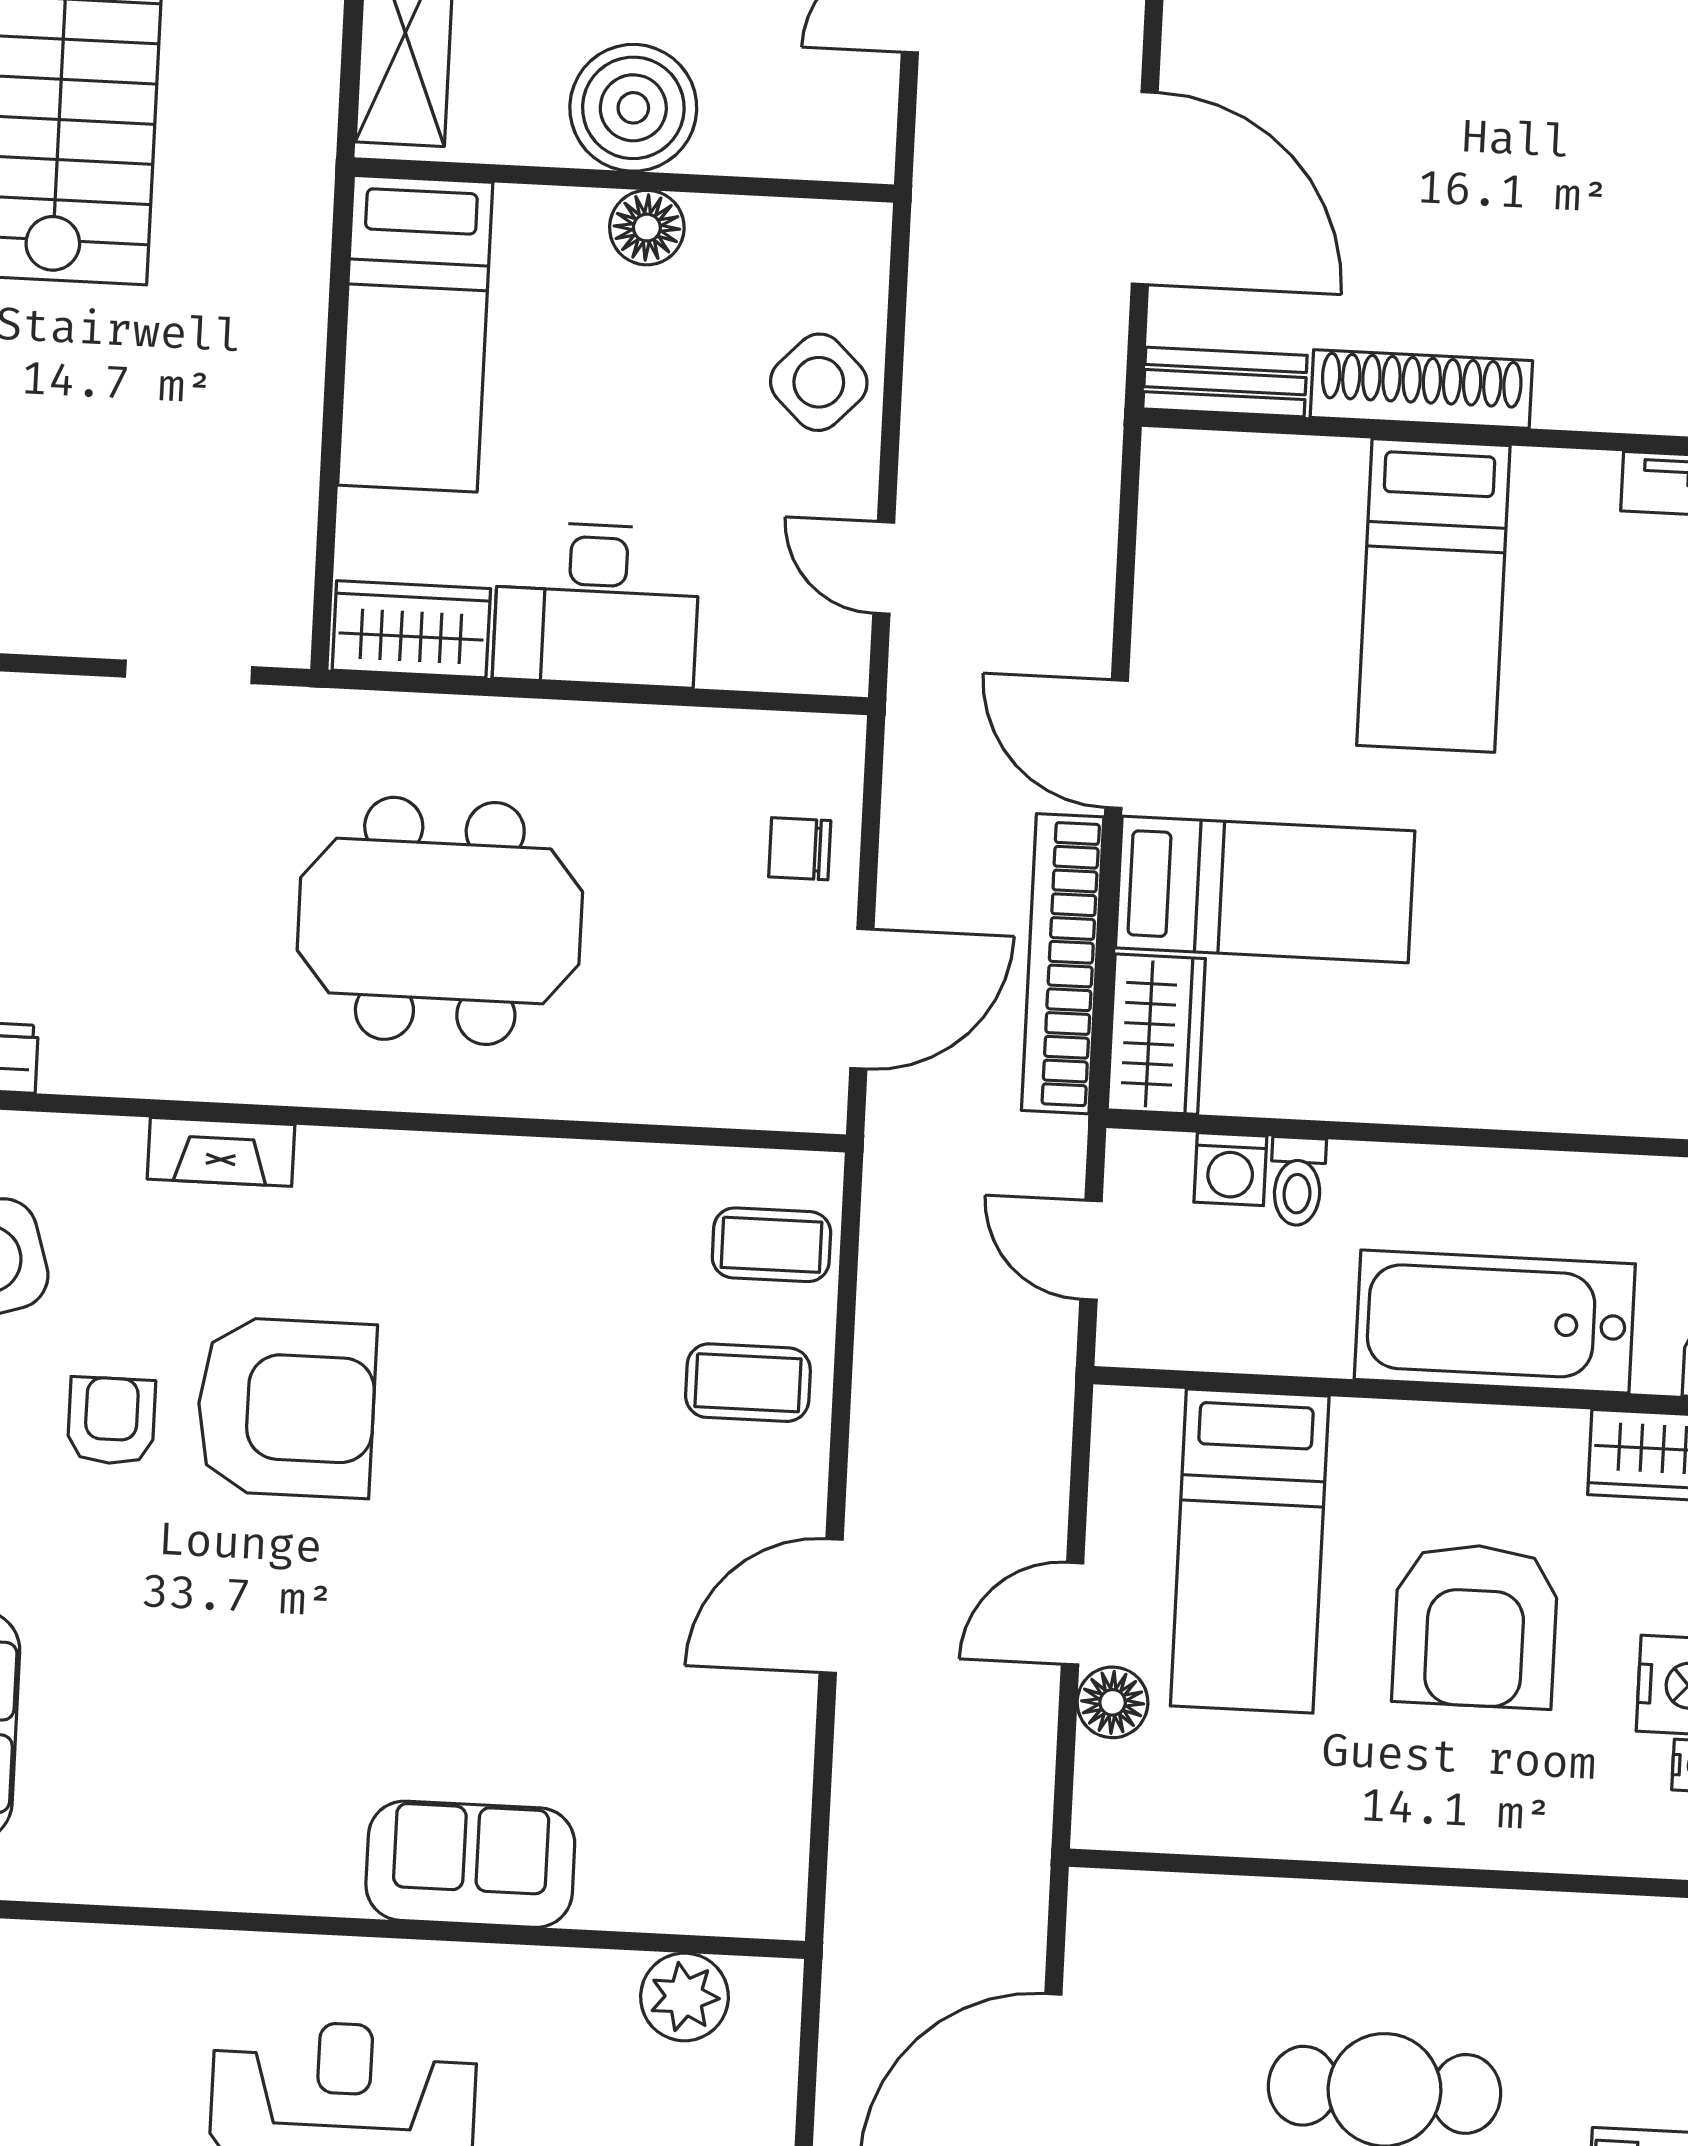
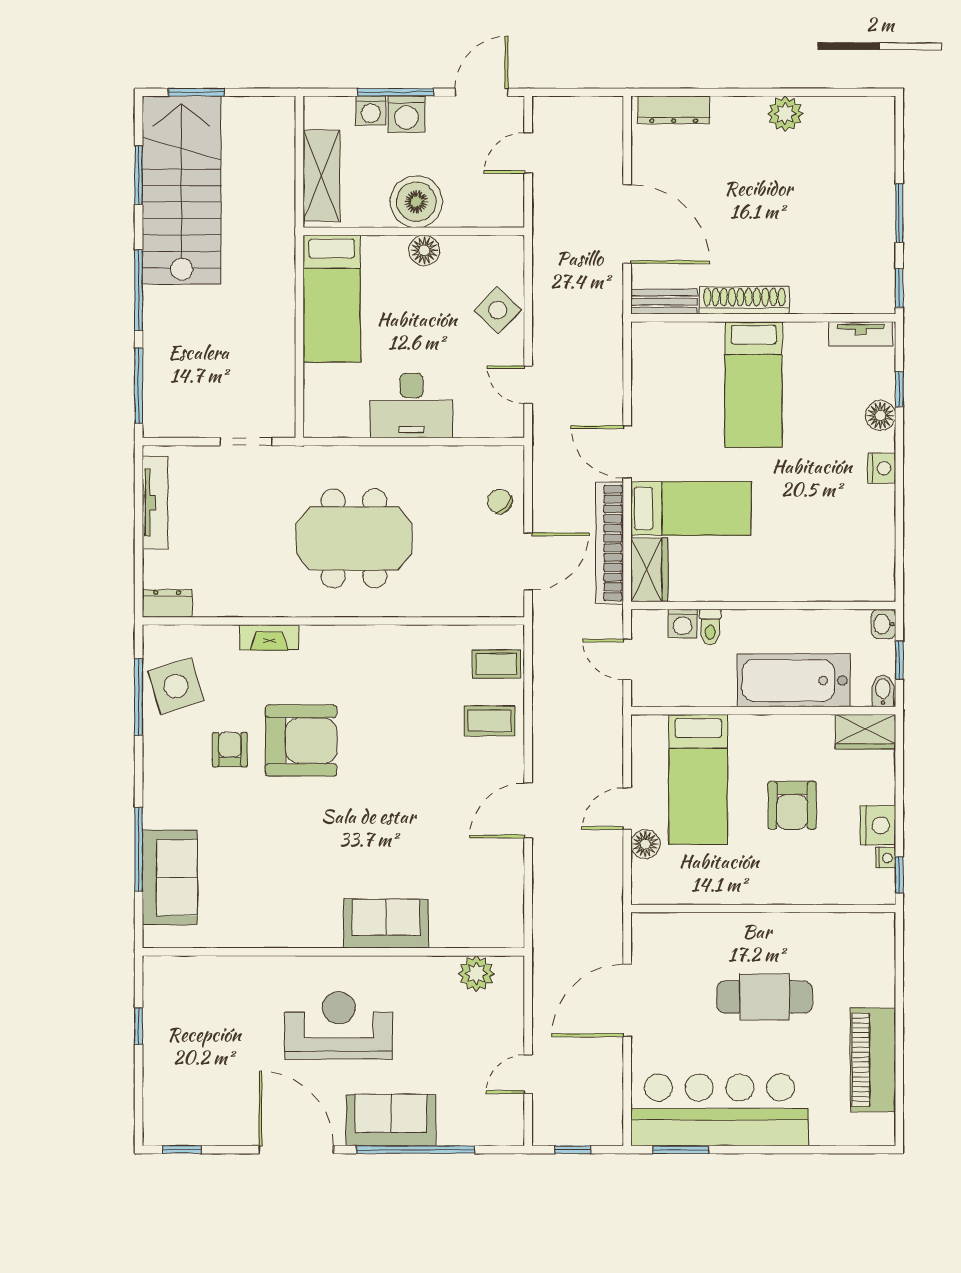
wardrobe: (411, 629) -> (336, 420), removed
chair: (800, 849) -> (500, 501), turned 42
armchair: (1475, 1626) -> (792, 805), width x0.73, depth x0.73

